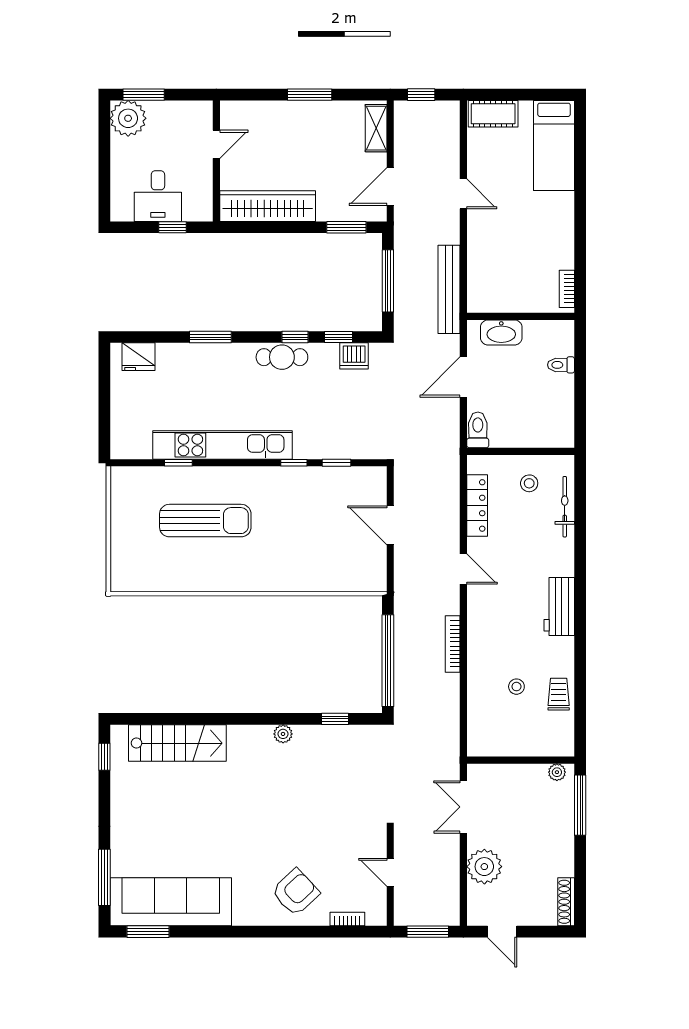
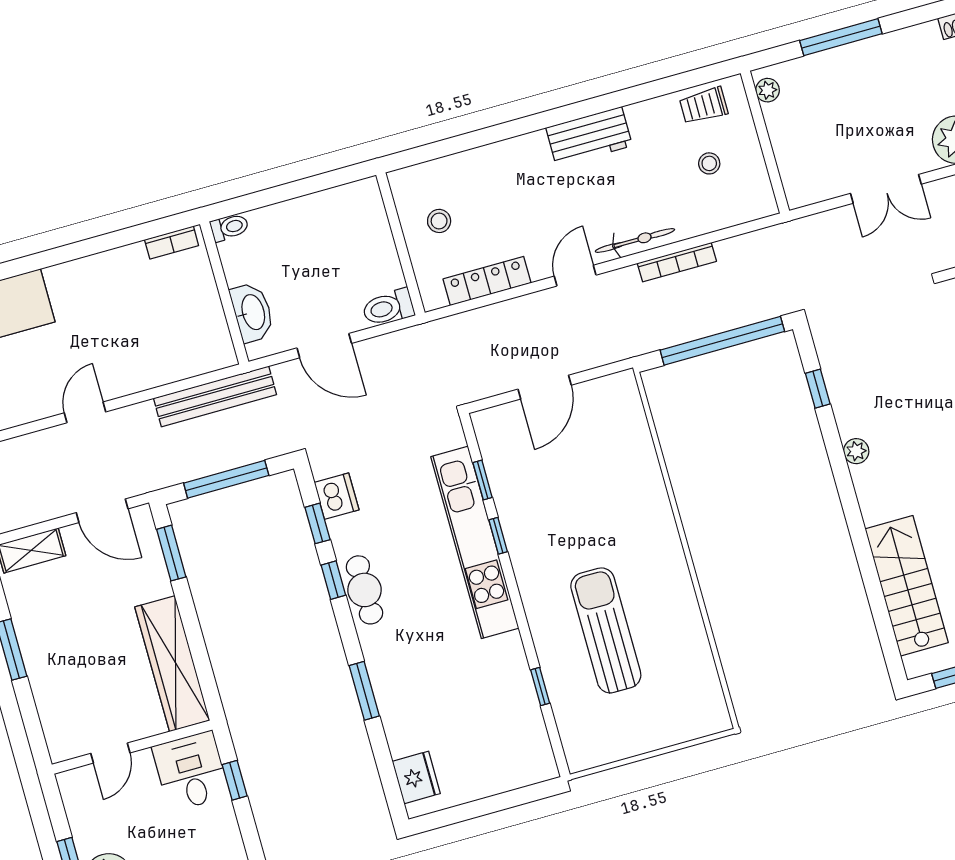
door: (216, 144) -> (110, 753), swing flipped
desk: (158, 196) -> (191, 771), moved, turned -90
toilet: (561, 365) -> (230, 227), moved, turned -90
kitchen unit: (222, 445) -> (475, 542), moved
bicycle: (565, 507) -> (635, 240), moved, turned 180
wall: (521, 760) -> (765, 142), moved
plant: (557, 772) -> (768, 90), moved

